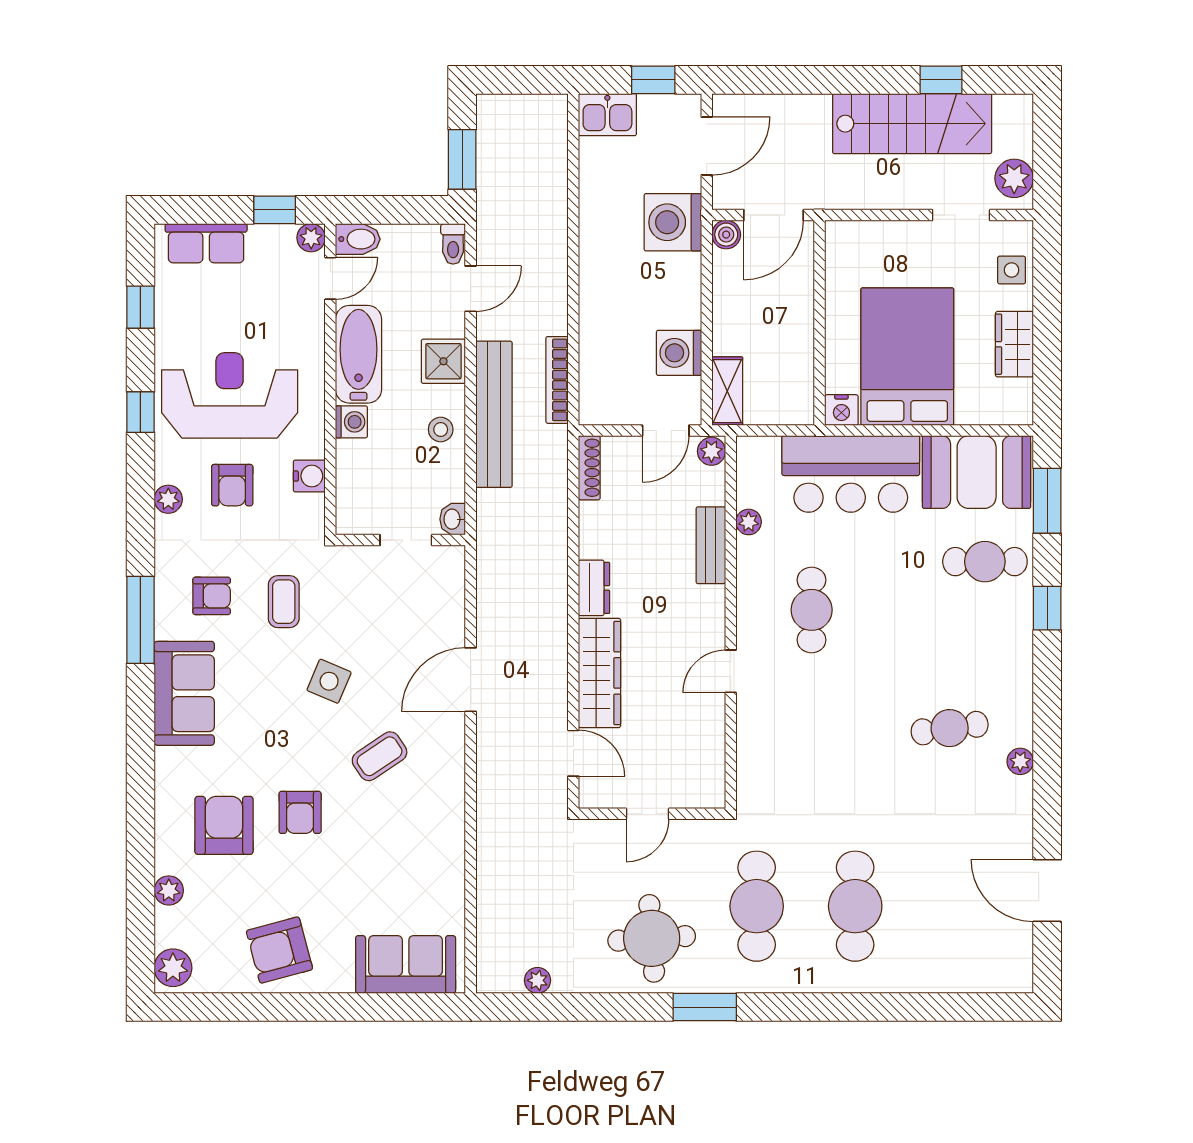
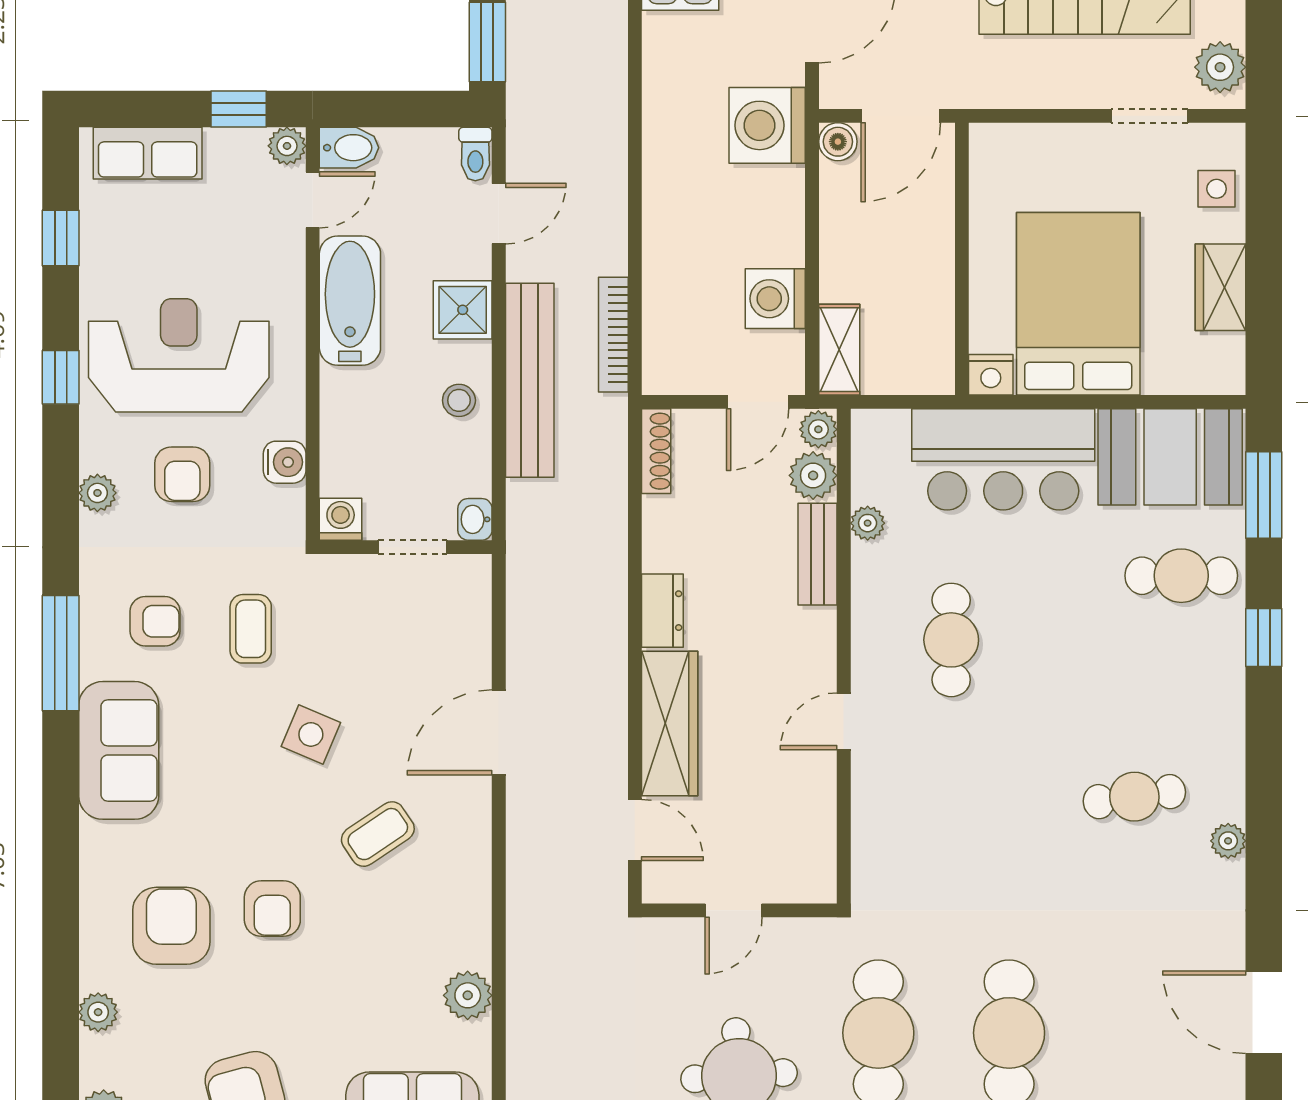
washing machine: (351, 422) -> (341, 519), moved, turned -90
plant: (707, 486) -> (813, 475), added
plant: (447, 878) -> (468, 995), added

